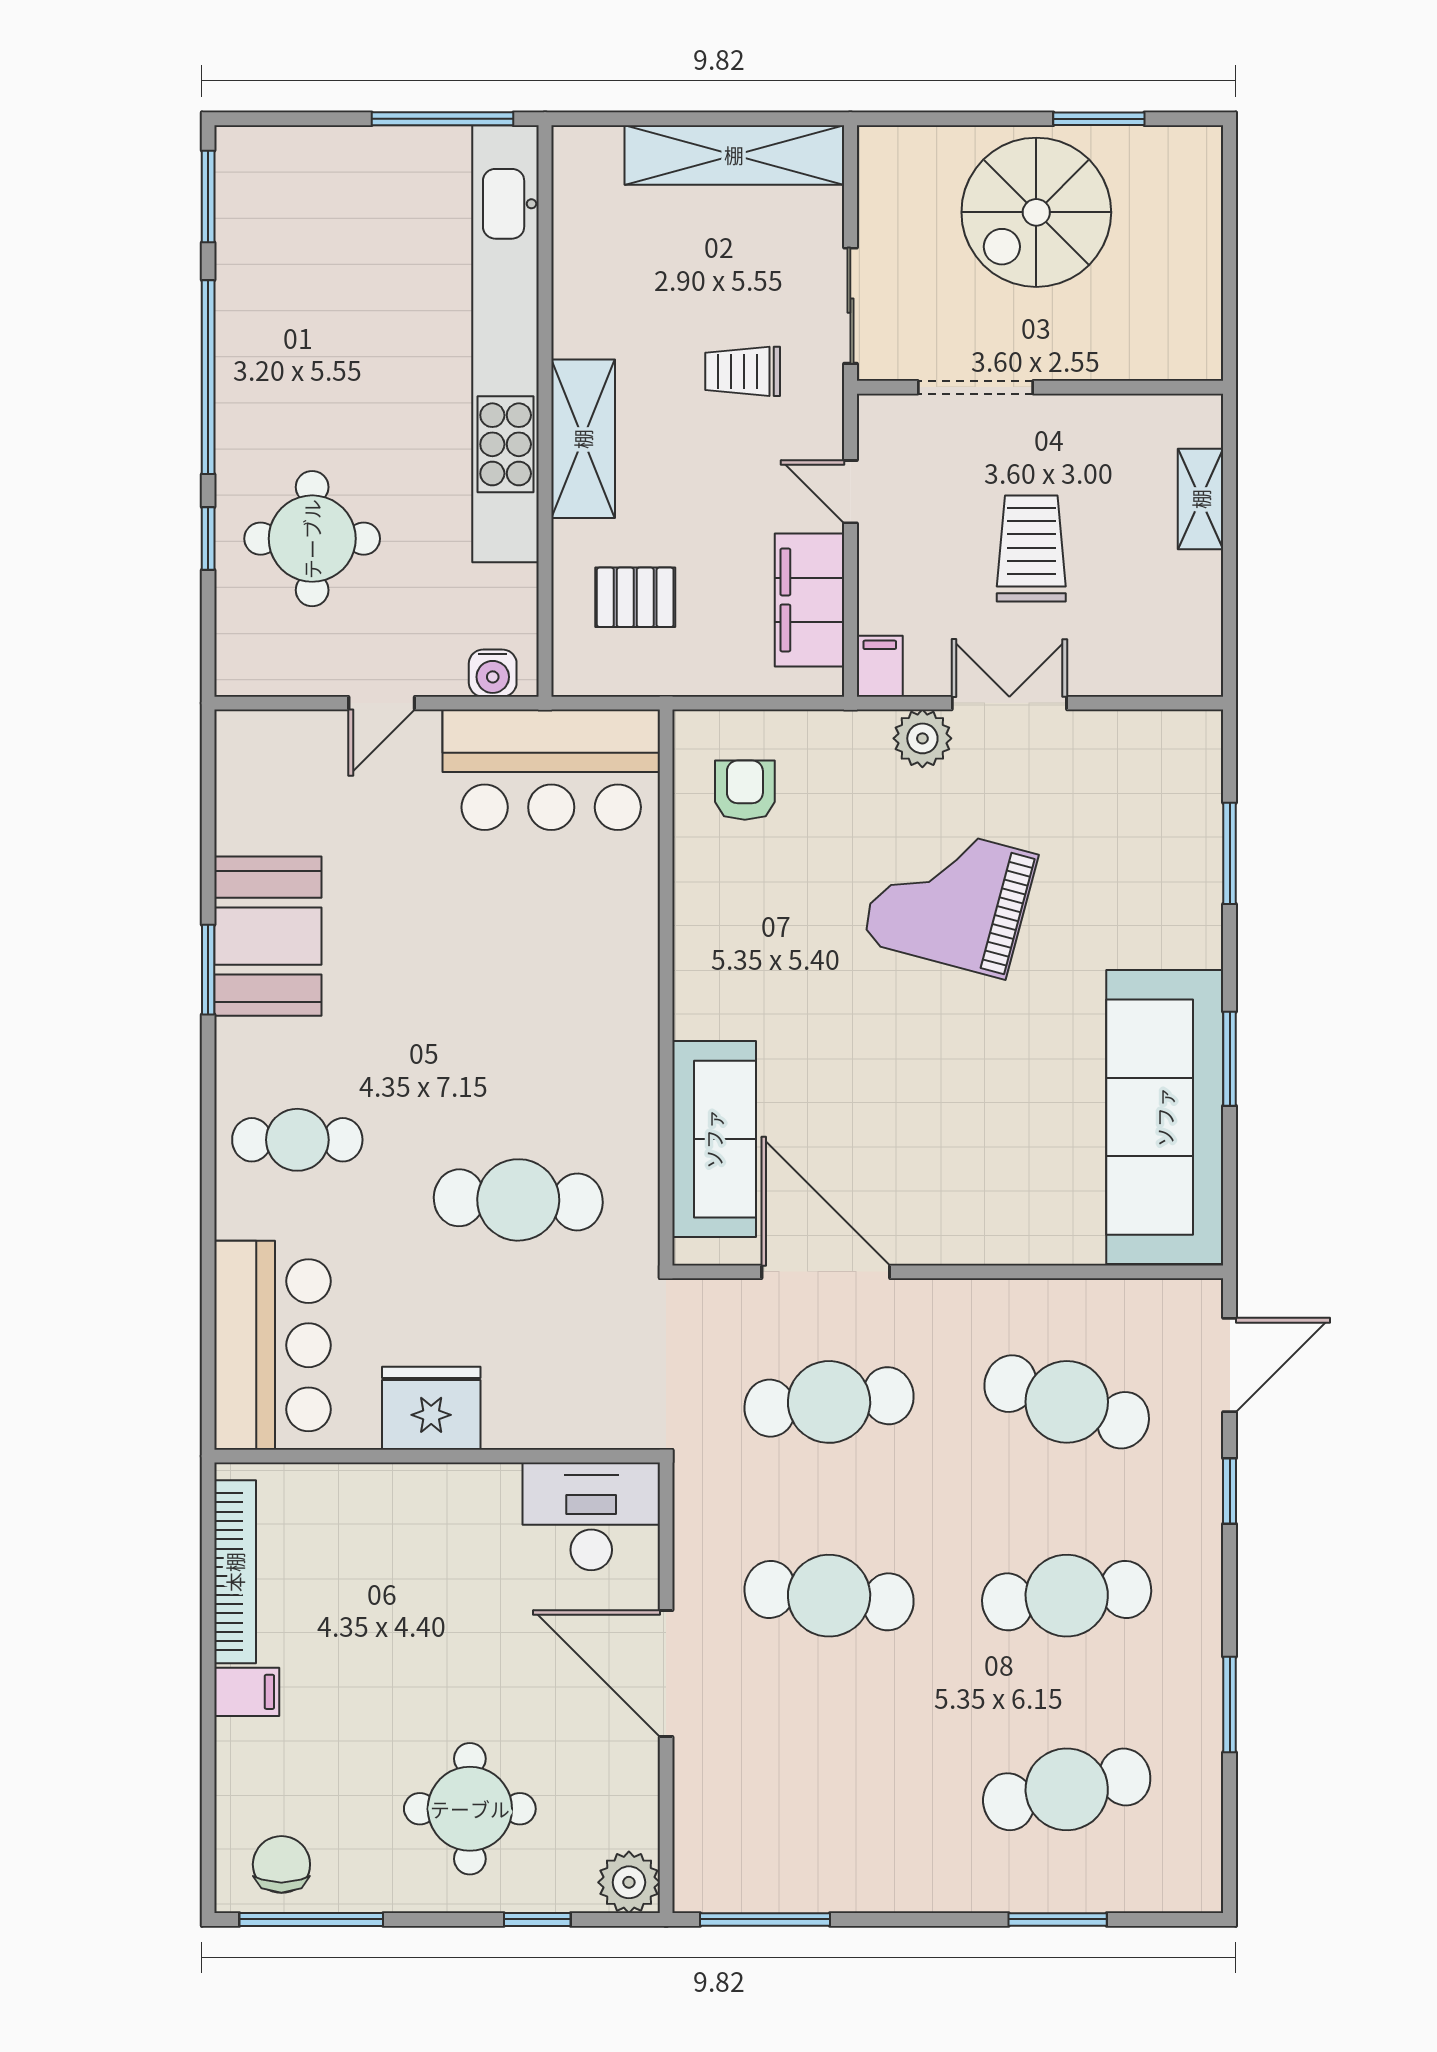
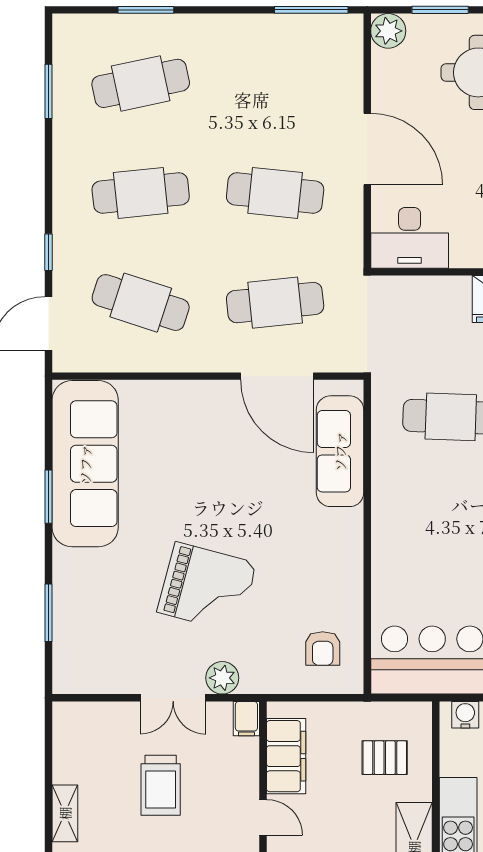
window: (1230, 1704) -> (49, 91), moved
window: (537, 1919) -> (440, 10), width x1.50

